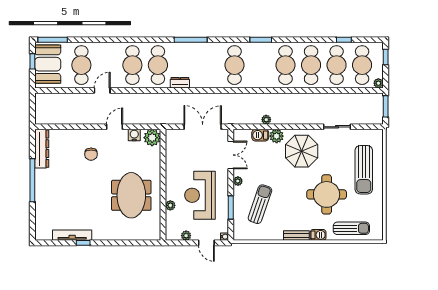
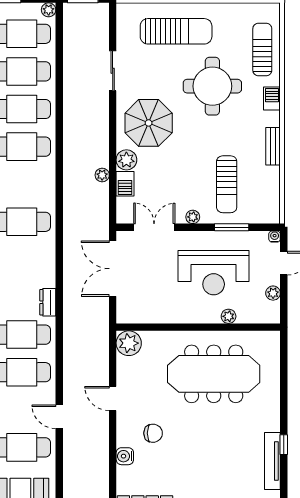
water cooler: (134, 135) -> (125, 456), moved
meeting table: (131, 195) -> (214, 374), width x1.36
sun lounger: (260, 204) -> (227, 184), turned -109
bench: (296, 236) -> (273, 146), moved

